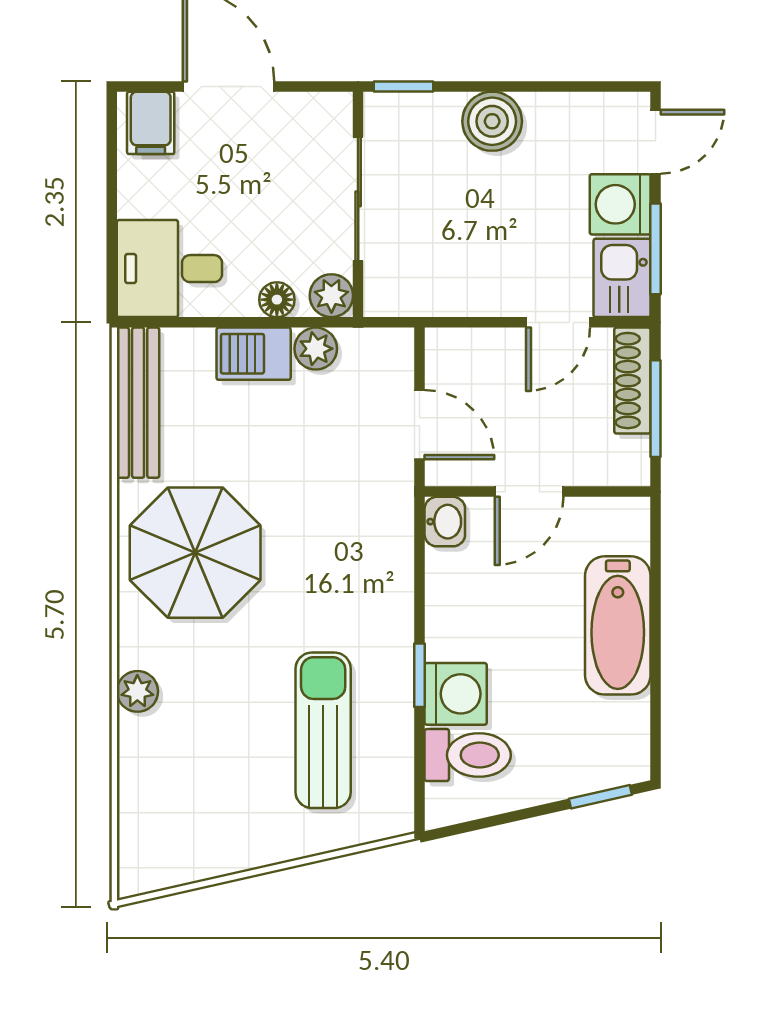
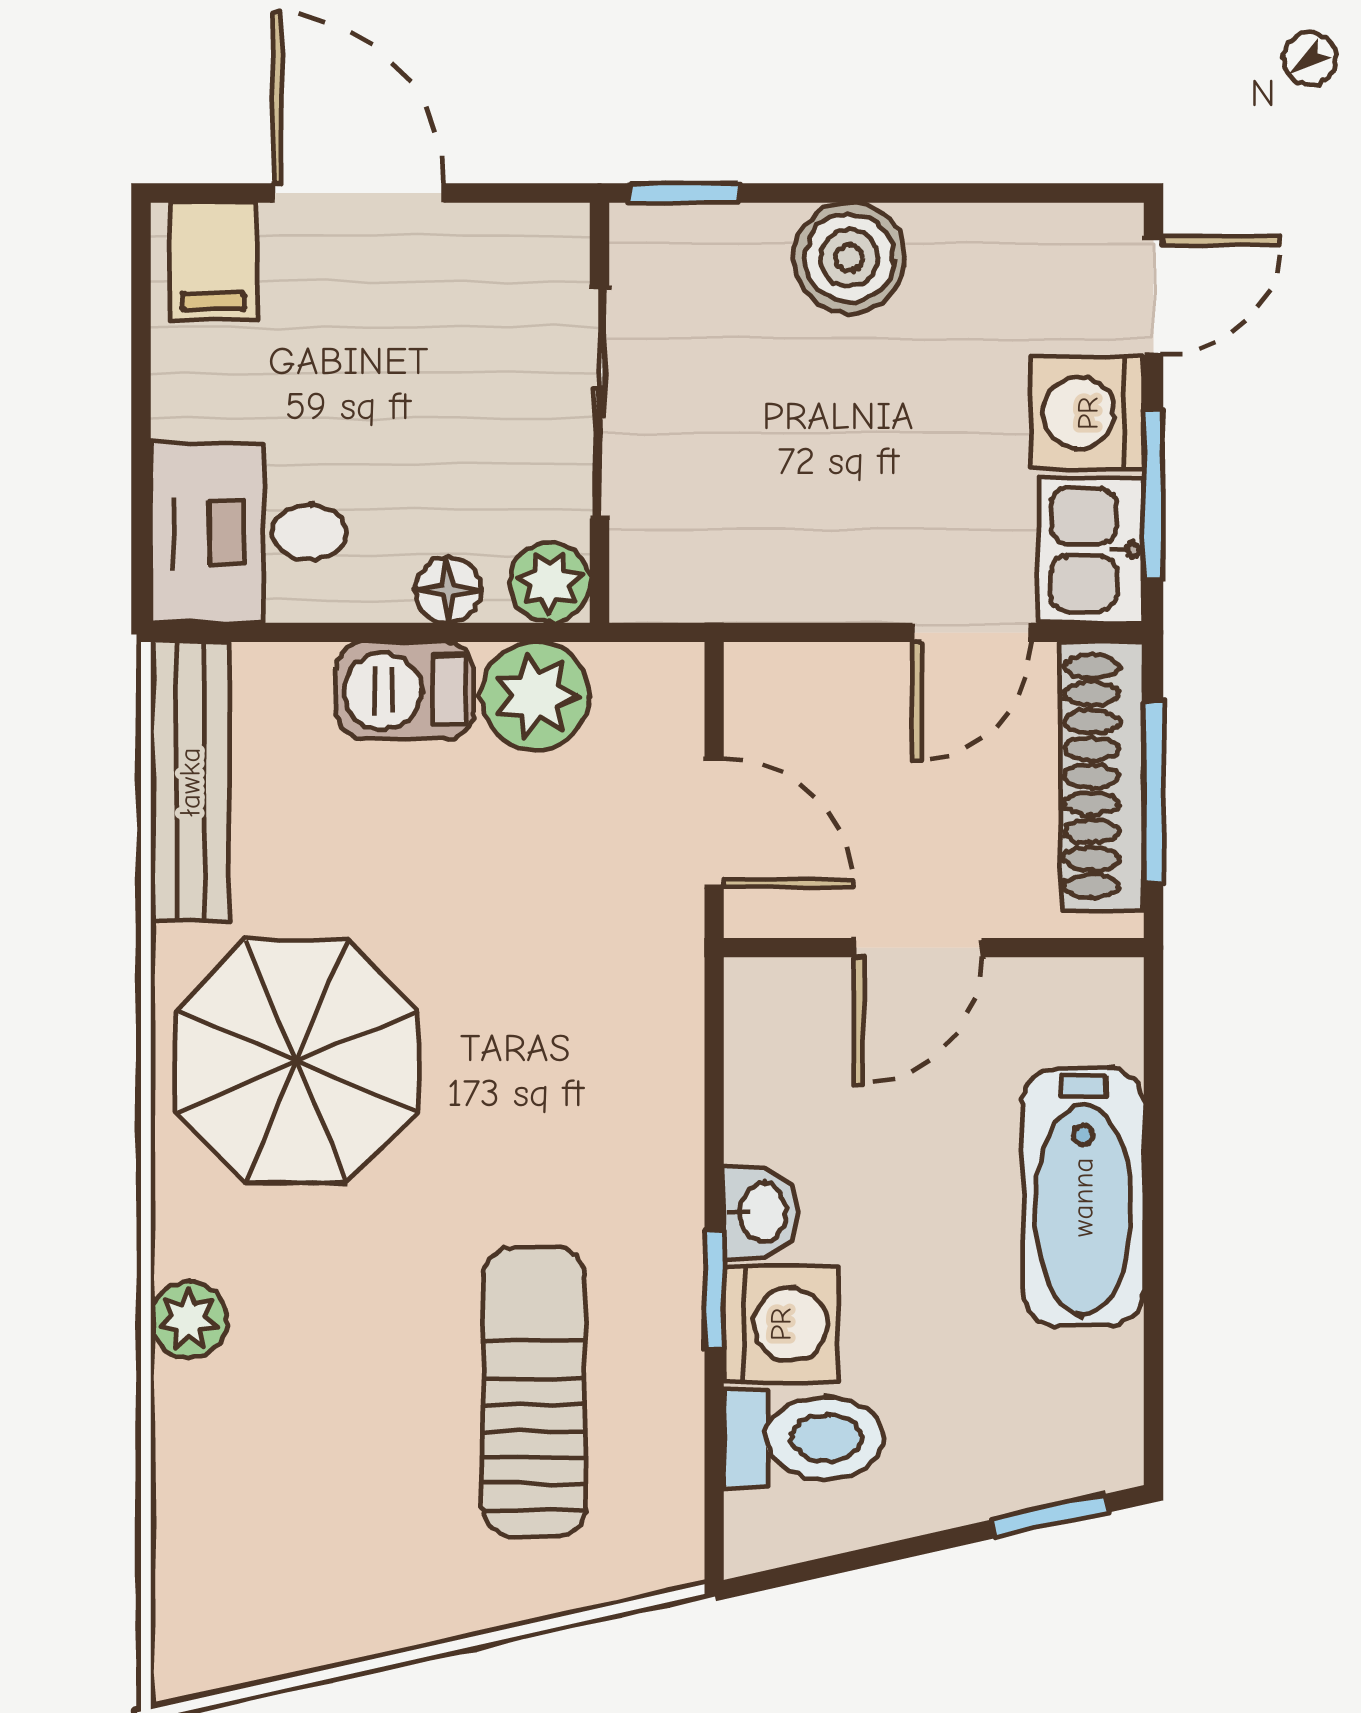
plant: (316, 349) -> (535, 696), width x1.38, depth x1.38
shoe rack: (632, 381) -> (1102, 776), width x1.36, depth x1.24
washbasin: (445, 522) -> (761, 1213), moved

